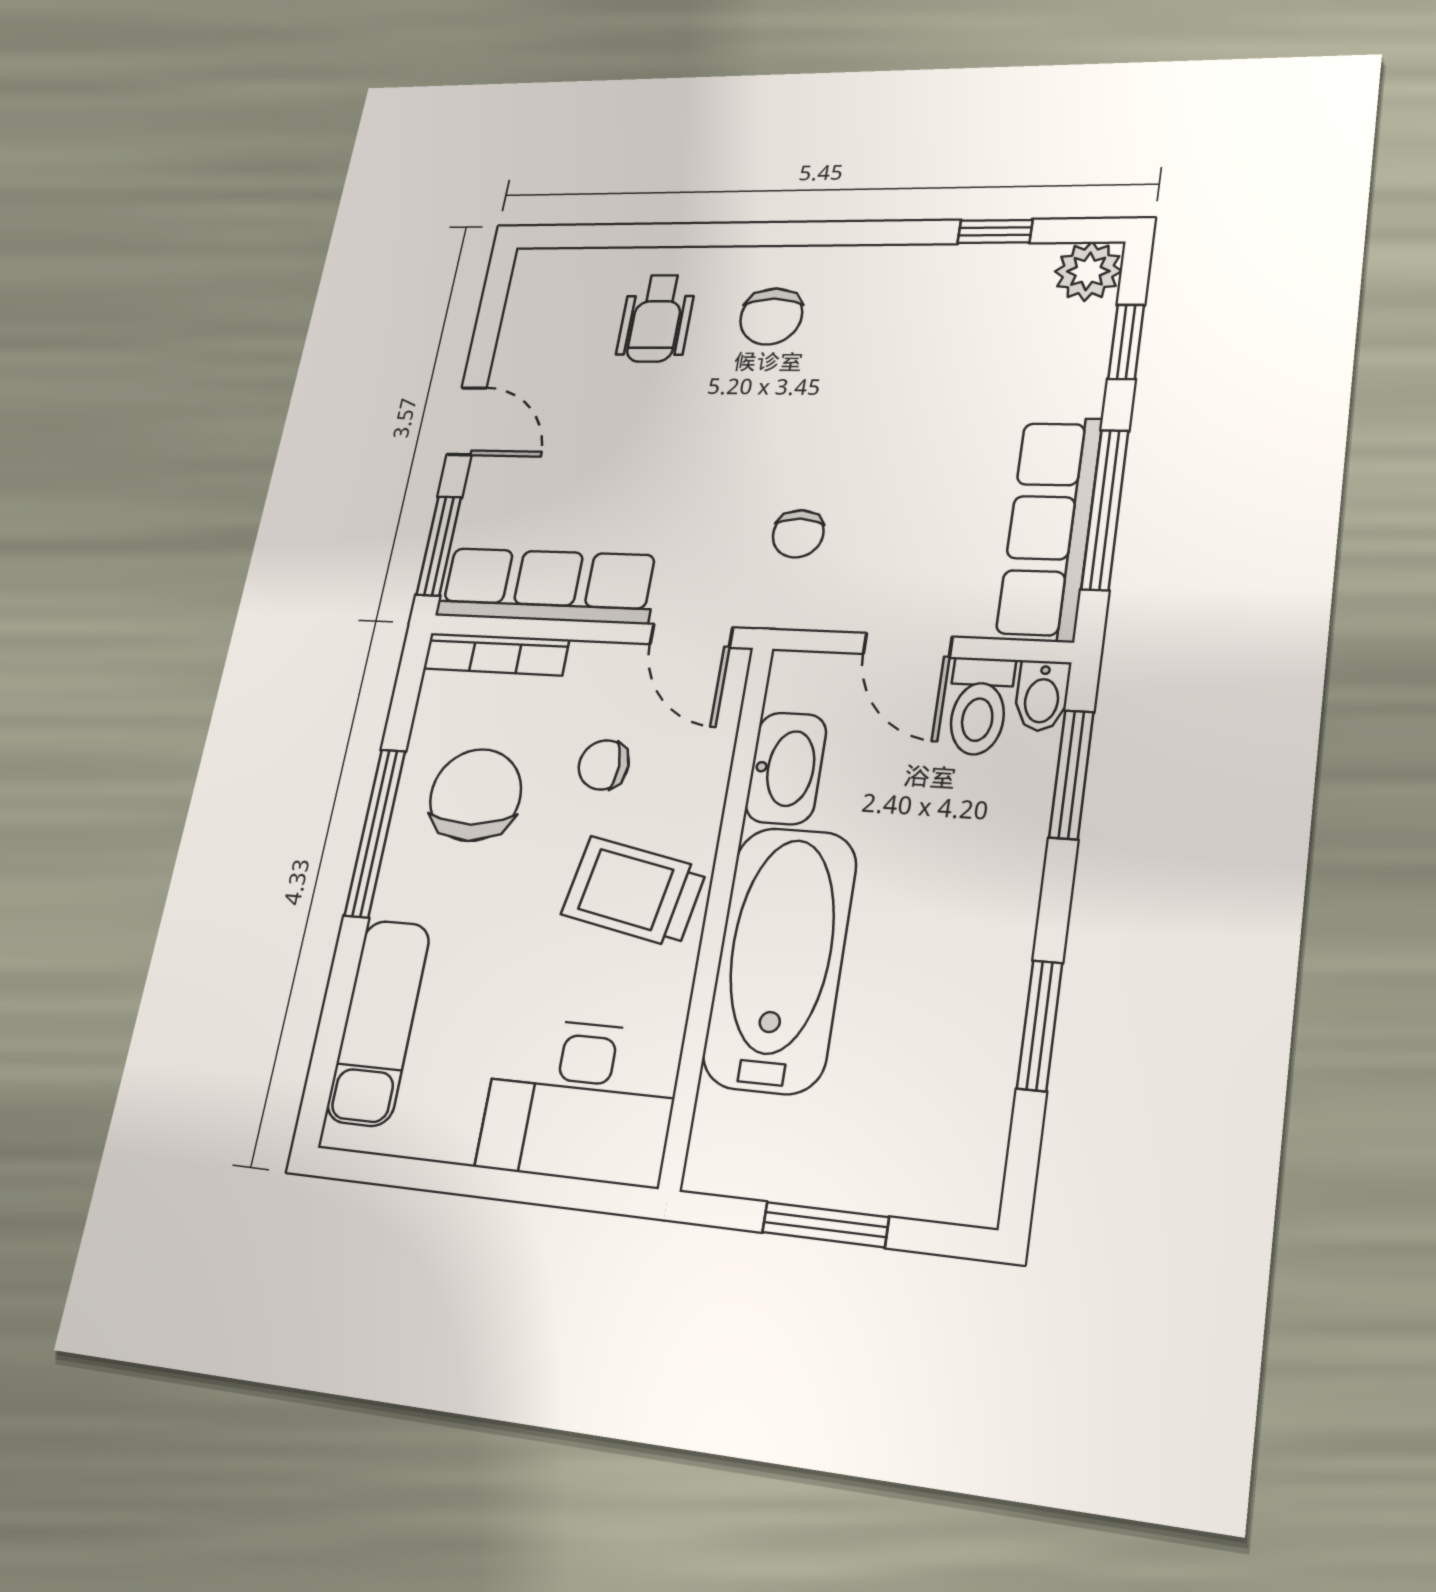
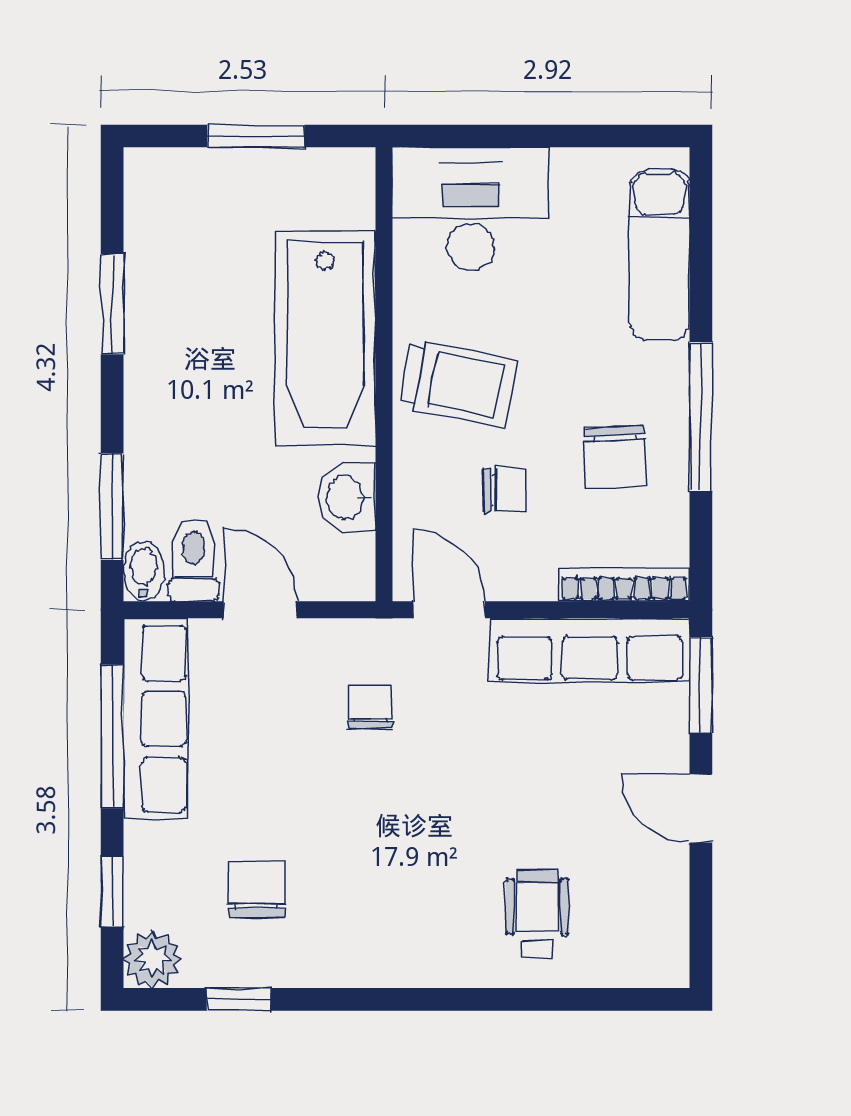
chair: (771, 316) -> (257, 889), moved
washbasin: (786, 768) -> (347, 497), width x0.72
chair: (475, 795) -> (616, 456), width x0.73, depth x0.73

